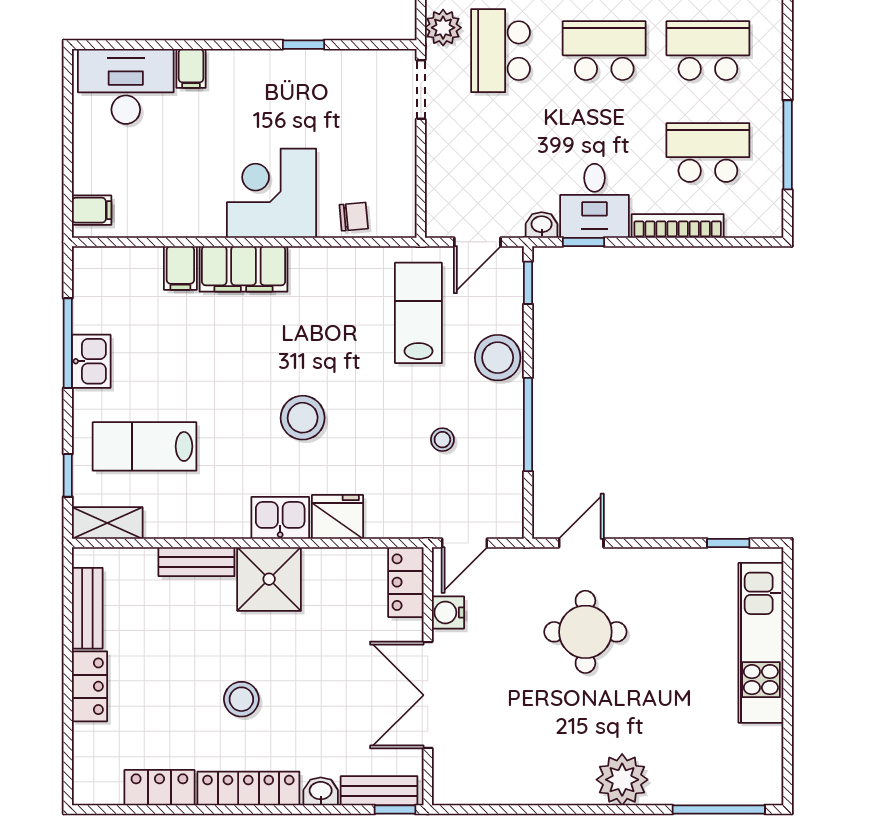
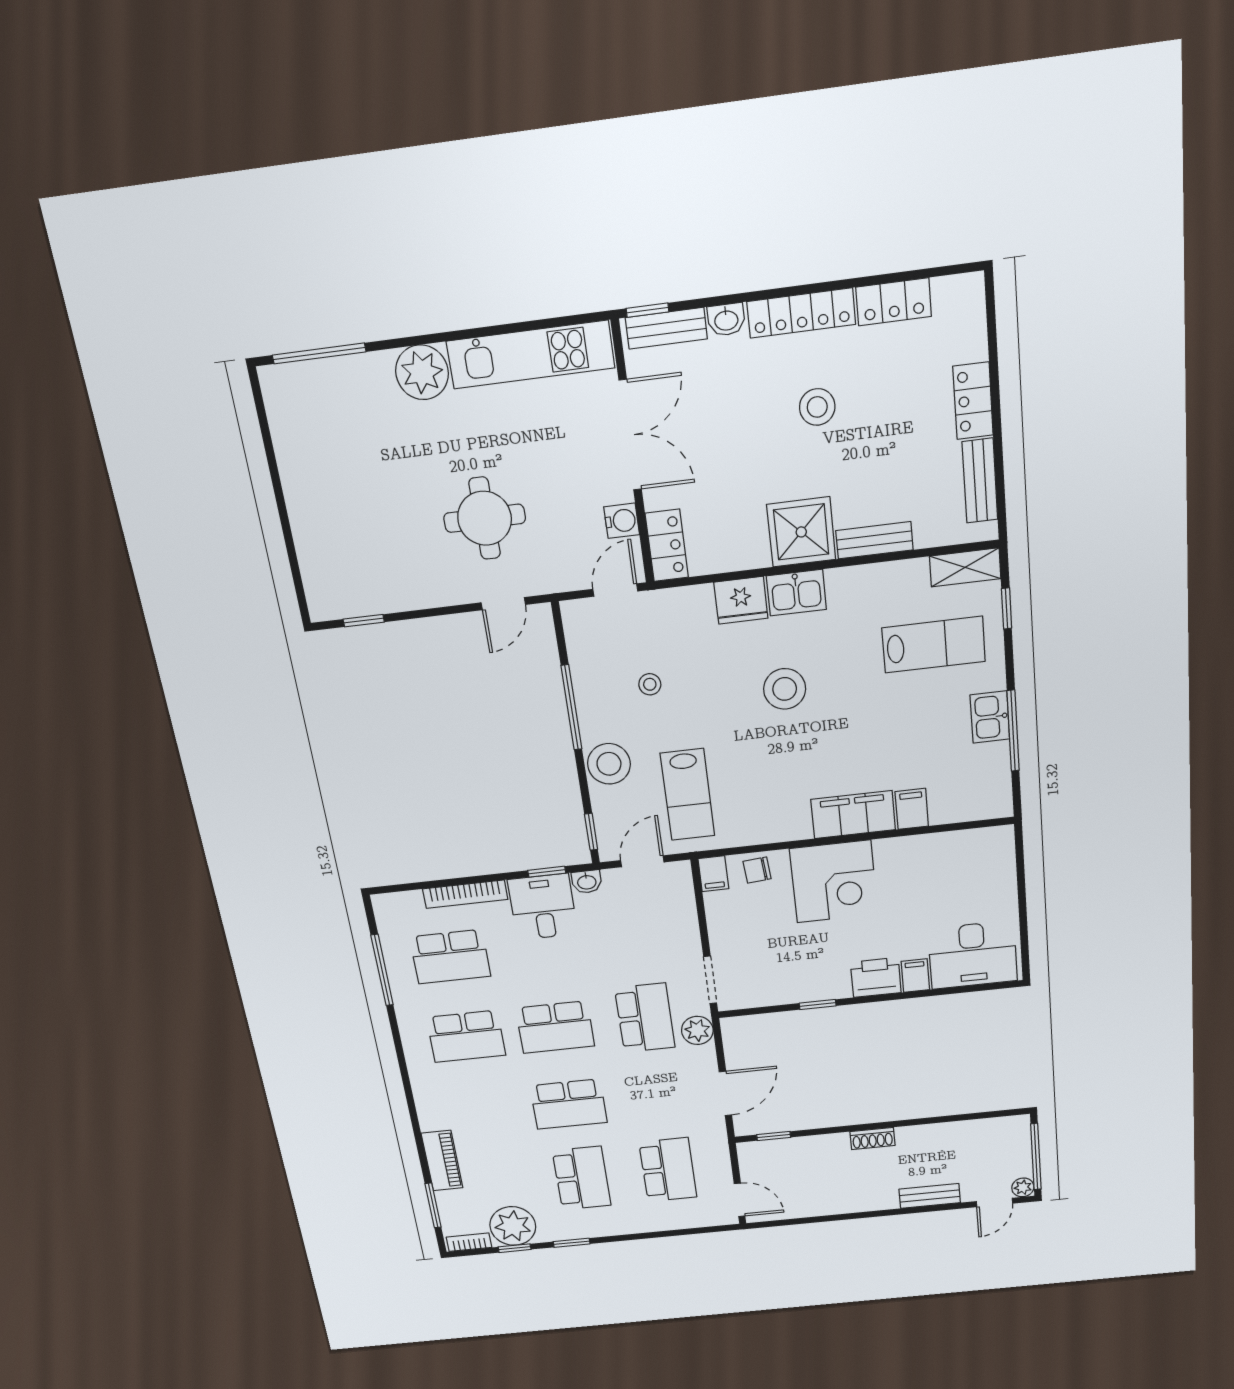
printer: (235, 71) -> (876, 977), added
filing cabinet: (92, 210) -> (713, 874), moved, turned -90
kitchen unit: (761, 643) -> (531, 355), moved, turned 90

